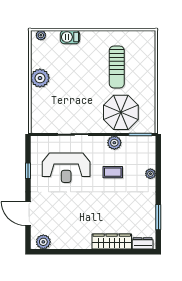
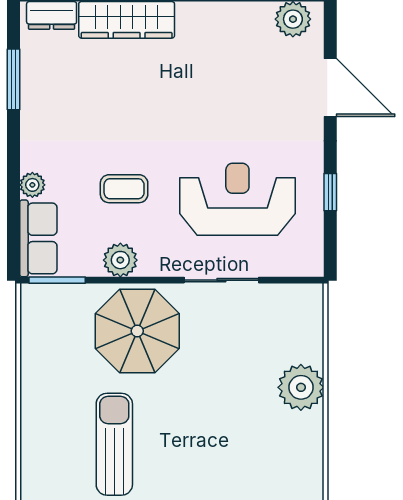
plant: (40, 78) -> (301, 387), moved
parasol: (121, 112) -> (137, 331), moved
row of seats: (148, 152) -> (38, 238), added

